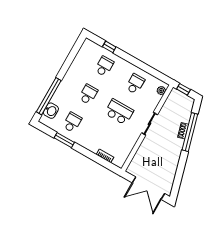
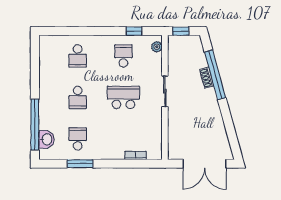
window: (109, 47) -> (134, 31), moved
school desk: (104, 66) -> (78, 56), turned 180
school desk: (88, 94) -> (78, 97), turned 180

